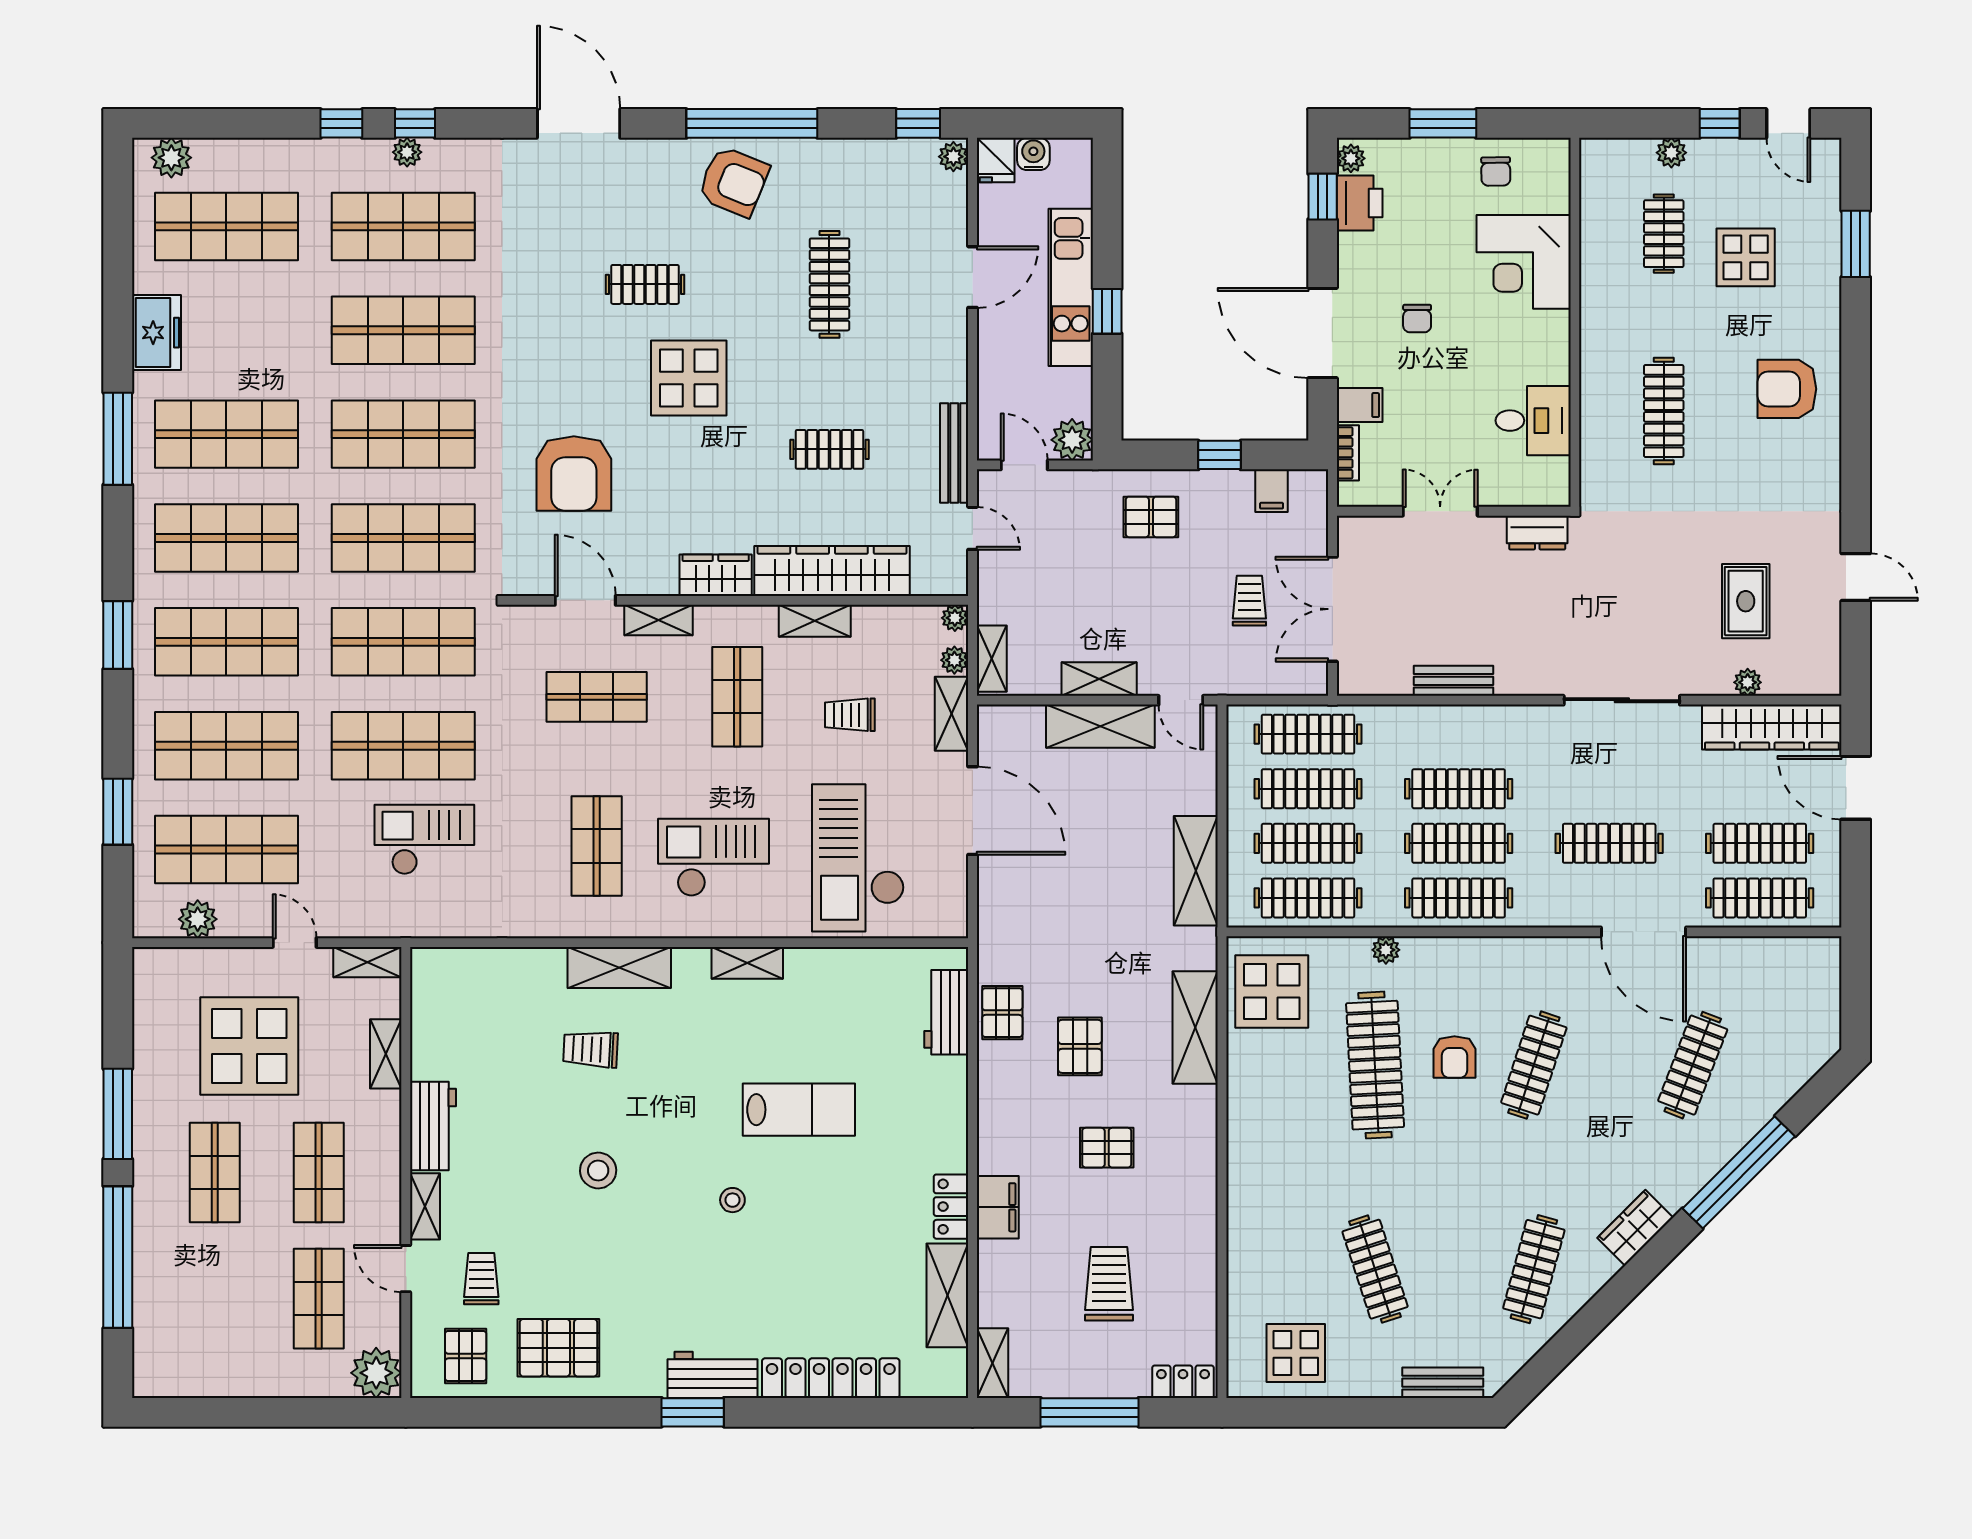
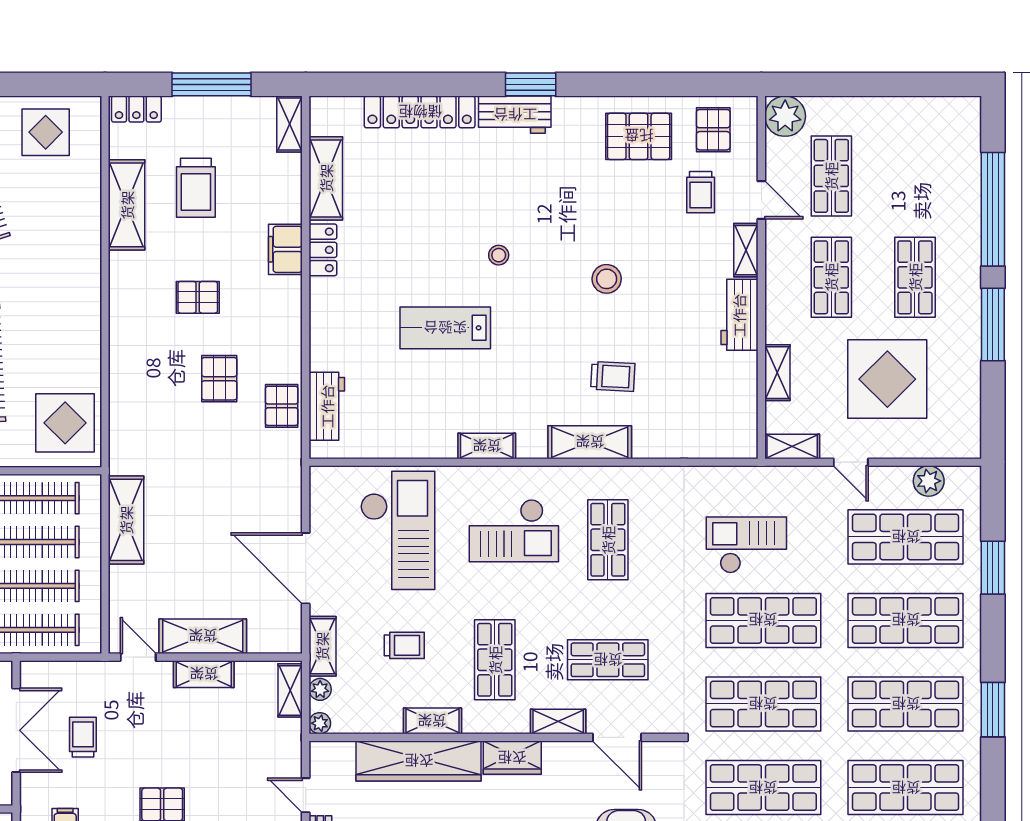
trolley: (1249, 601) -> (83, 737), turned 180
checkout: (424, 840) -> (746, 545), turned 180
shelving: (1195, 1027) -> (127, 205), moved

